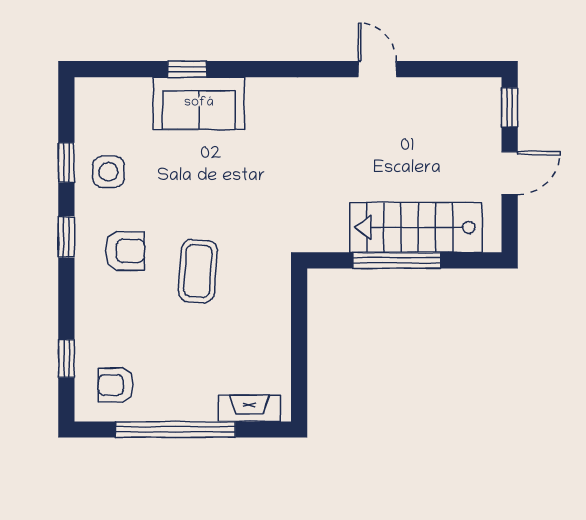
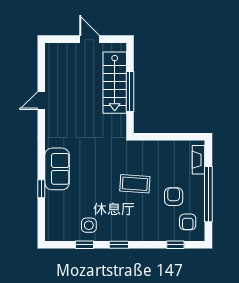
sofa: (199, 103) -> (57, 169), moved
window: (510, 107) -> (59, 39), removed
armchair: (125, 251) -> (174, 197), moved

